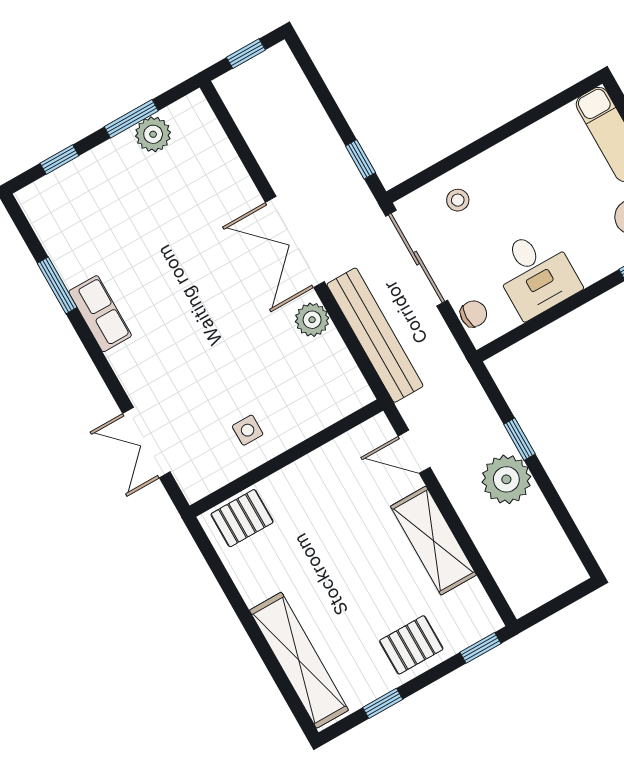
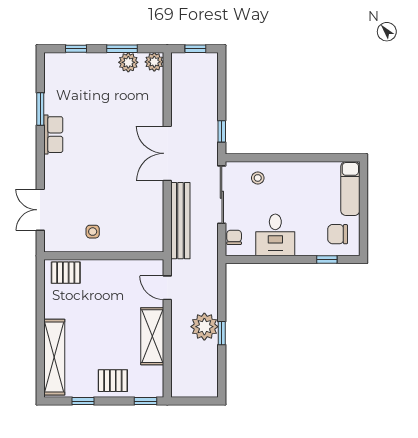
chair: (474, 314) -> (234, 237), turned -90
plant: (312, 320) -> (154, 62), moved
window: (519, 439) -> (222, 333), moved

